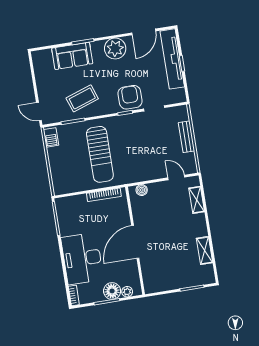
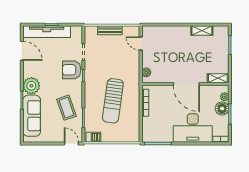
plant: (115, 49) -> (31, 86), moved
sofa: (72, 56) -> (32, 116), width x1.36
door: (39, 112) -> (71, 143), swing flipped
sun lounger: (100, 154) -> (113, 101), turned 98
door: (176, 177) -> (141, 43), hinge flipped
shelving: (197, 200) -> (218, 78), moved

